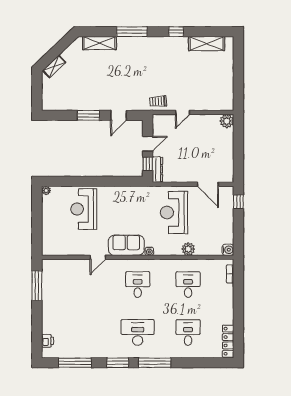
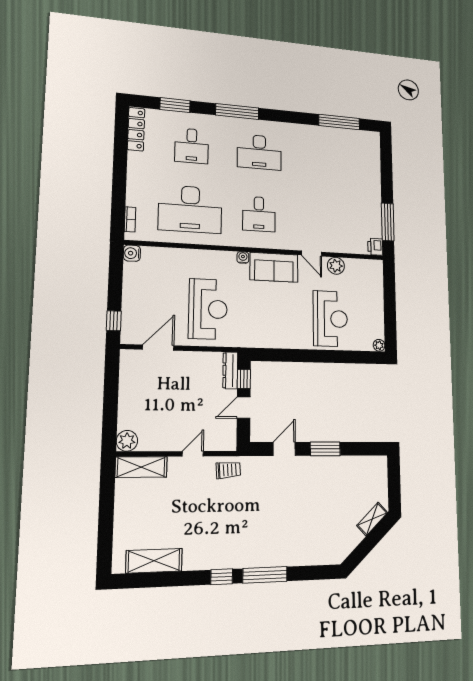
window: (176, 32) -> (222, 577), moved
shelving: (99, 43) -> (141, 467), moved
door: (208, 184) -> (158, 348), hinge flipped
plant: (188, 249) -> (336, 266), moved
door: (98, 257) -> (311, 253), swing flipped
desk: (188, 285) -> (190, 209), width x1.87, depth x1.30
printer: (48, 341) -> (375, 247), moved
window: (118, 363) -> (175, 105), moved

